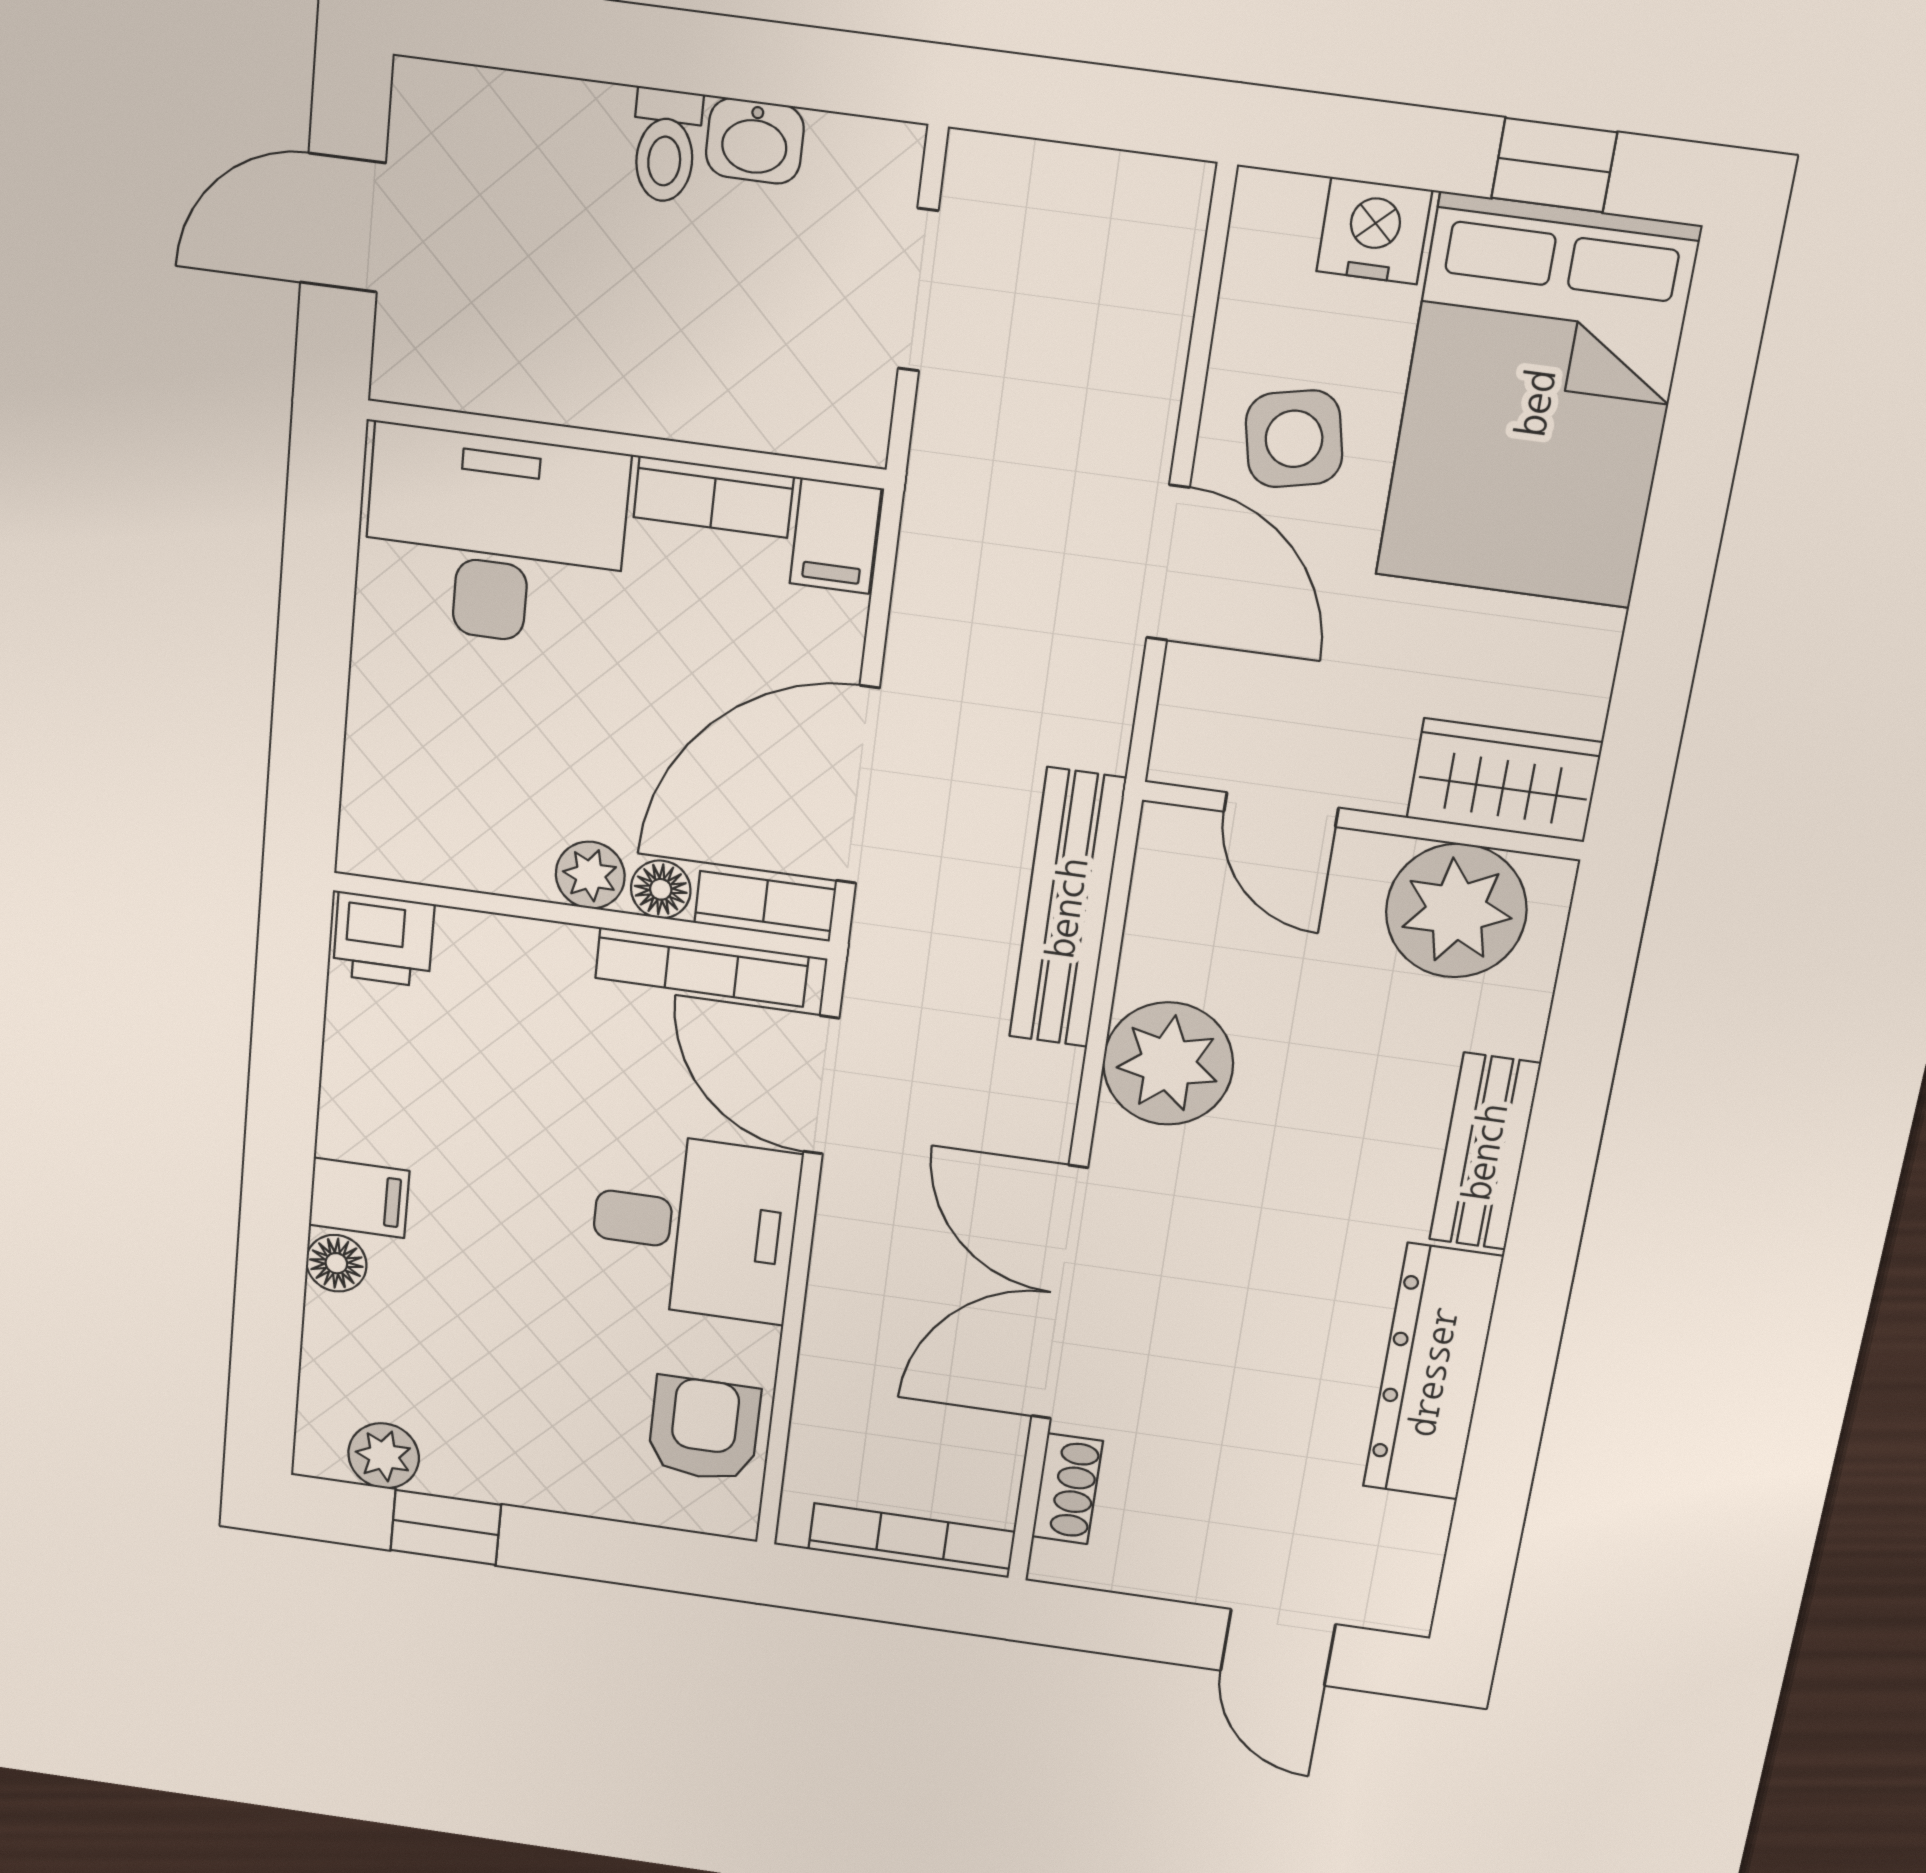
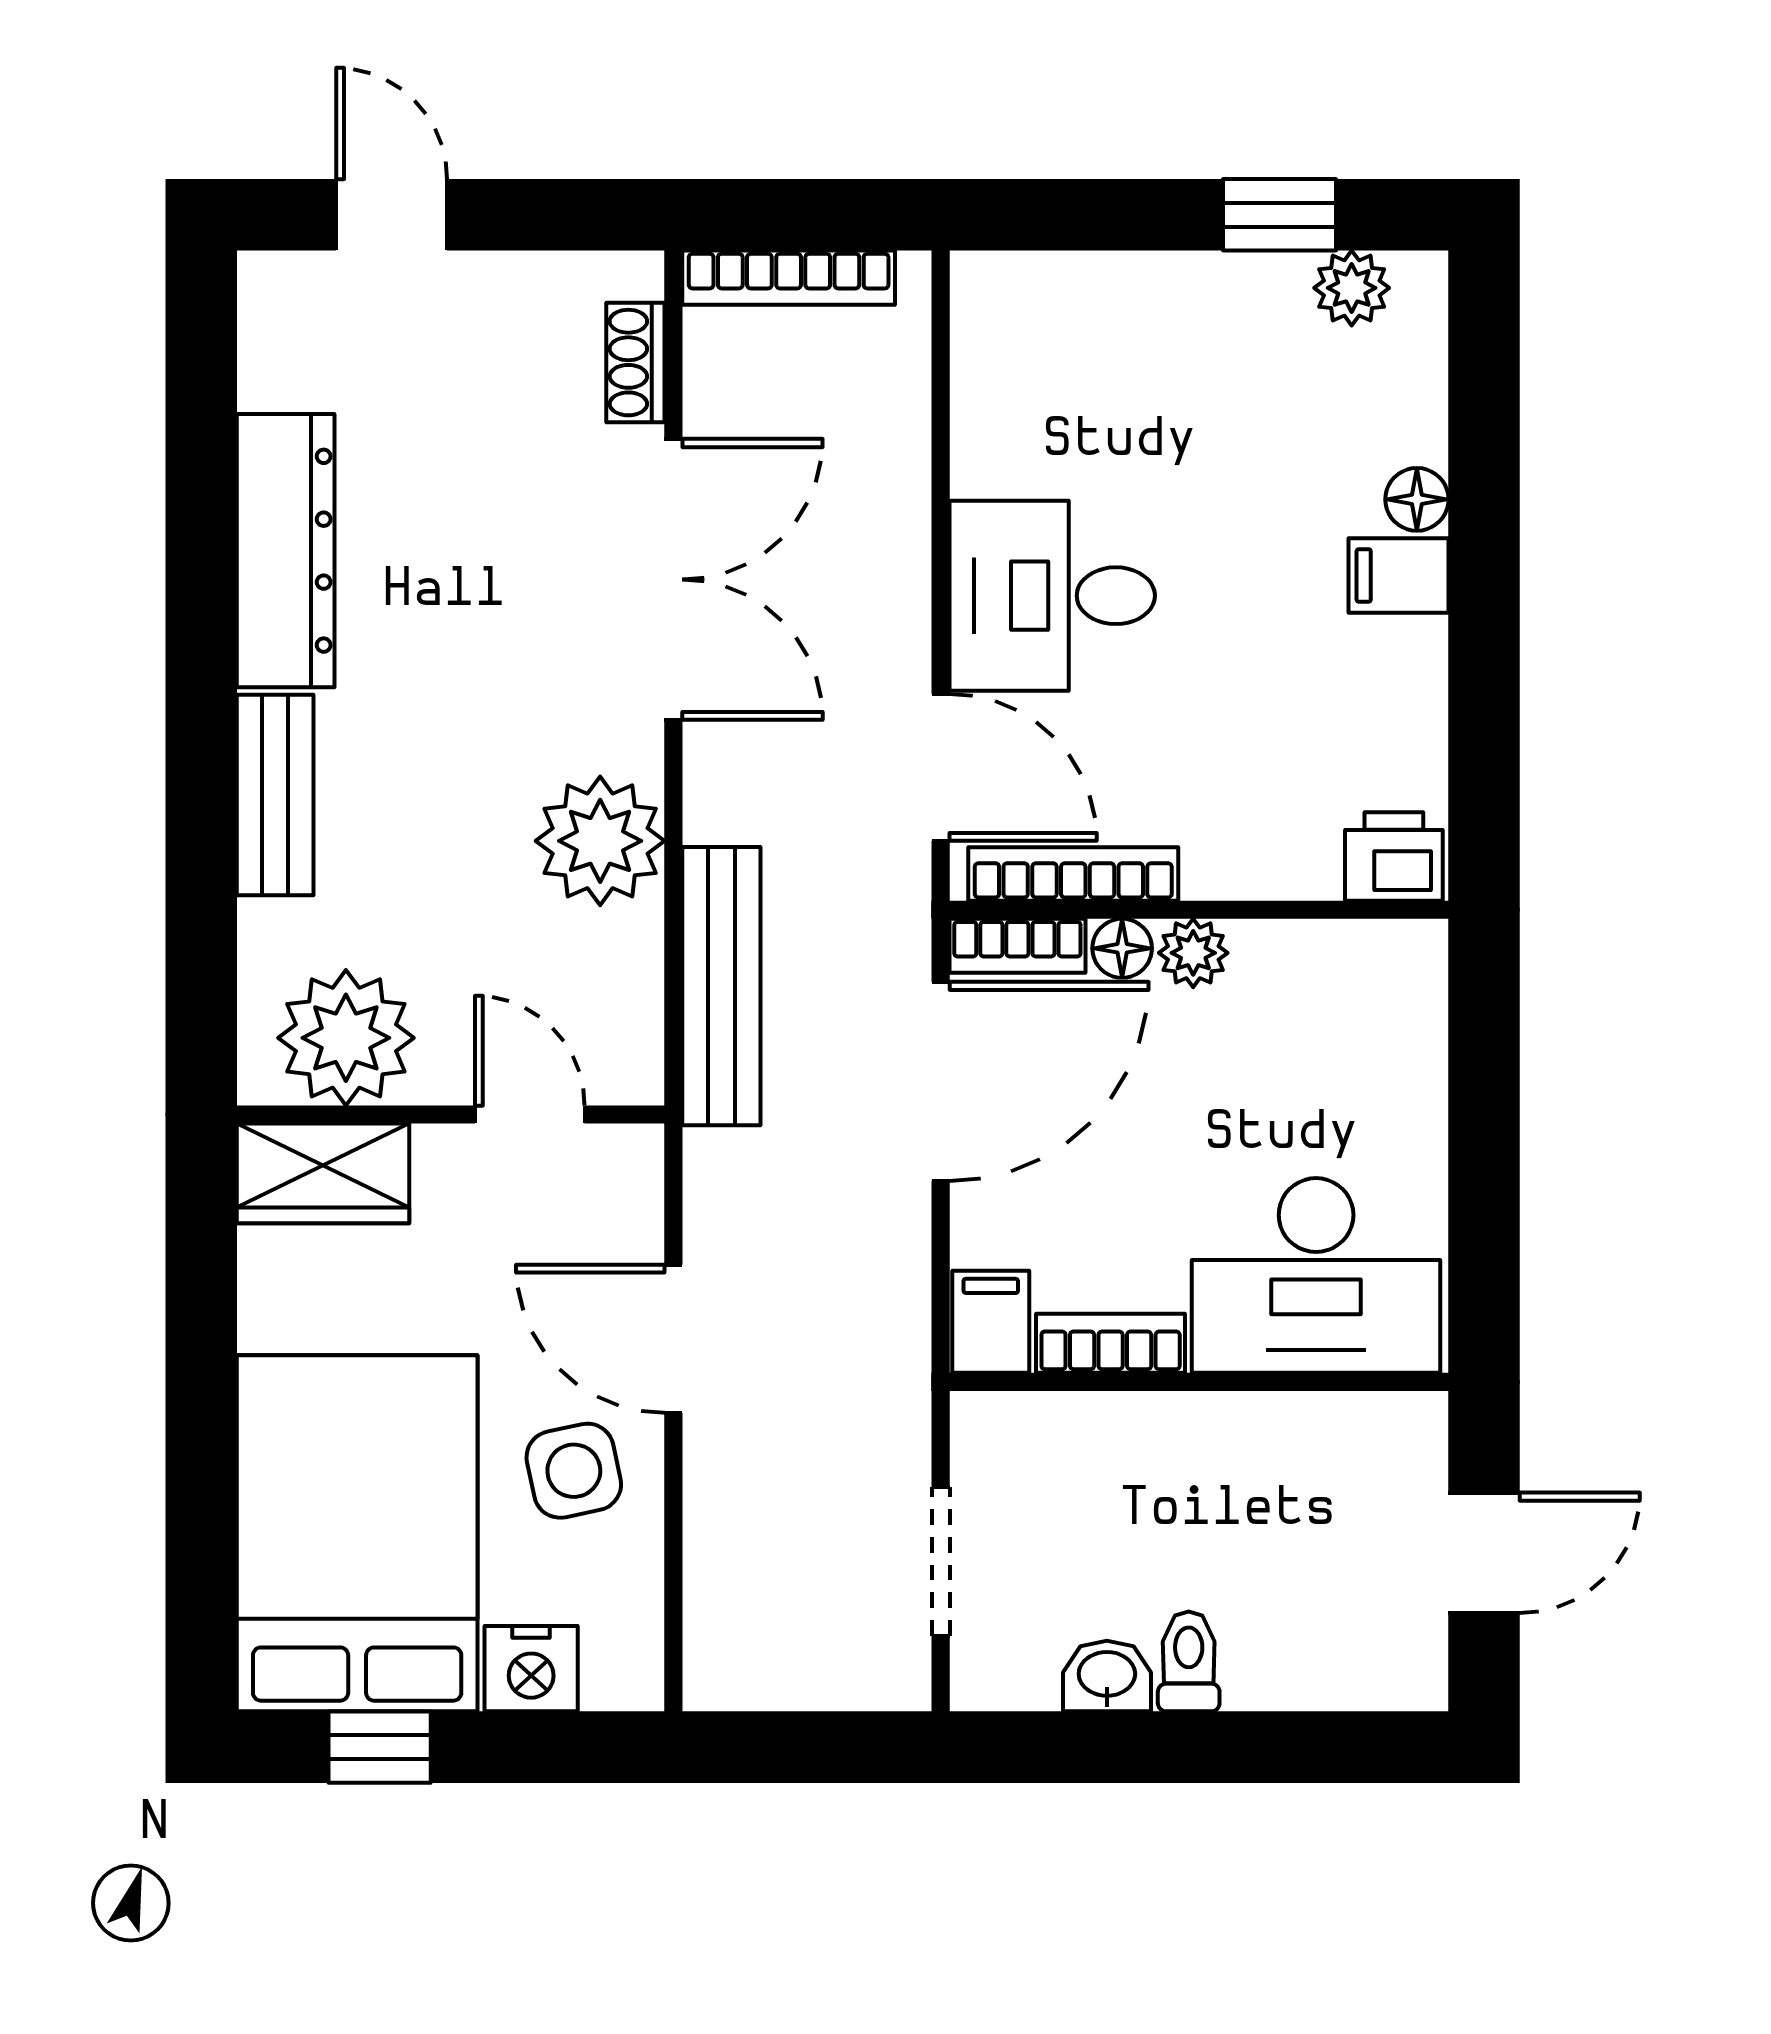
armchair: (704, 1429) -> (1019, 371), removed

